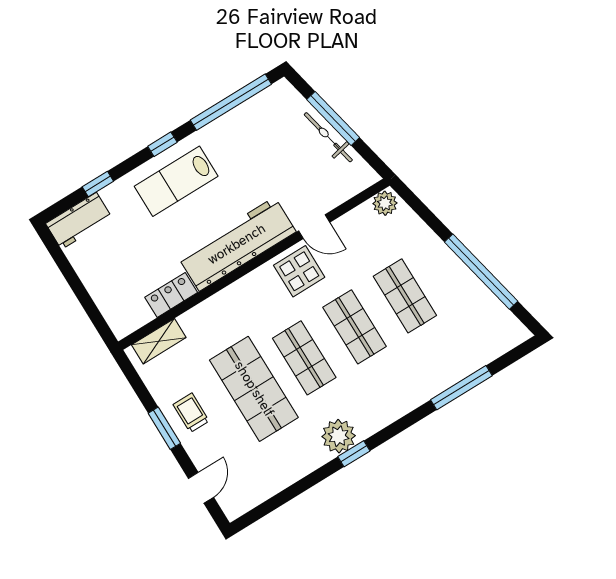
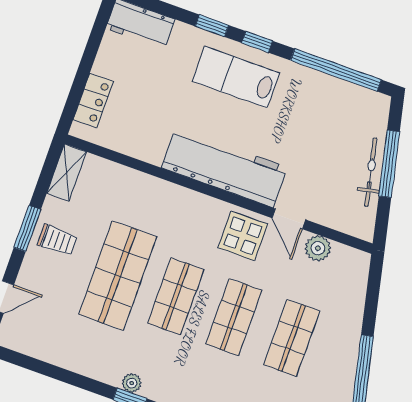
window: (98, 184) -> (212, 26), moved
plant: (385, 203) -> (318, 248), moved
locker: (171, 295) -> (93, 100), moved, turned 90
shelving: (159, 341) -> (67, 172), moved, turned 90
trolley: (191, 413) -> (57, 240), turned 90
plant: (339, 436) -> (132, 383), width x0.53, depth x0.53

